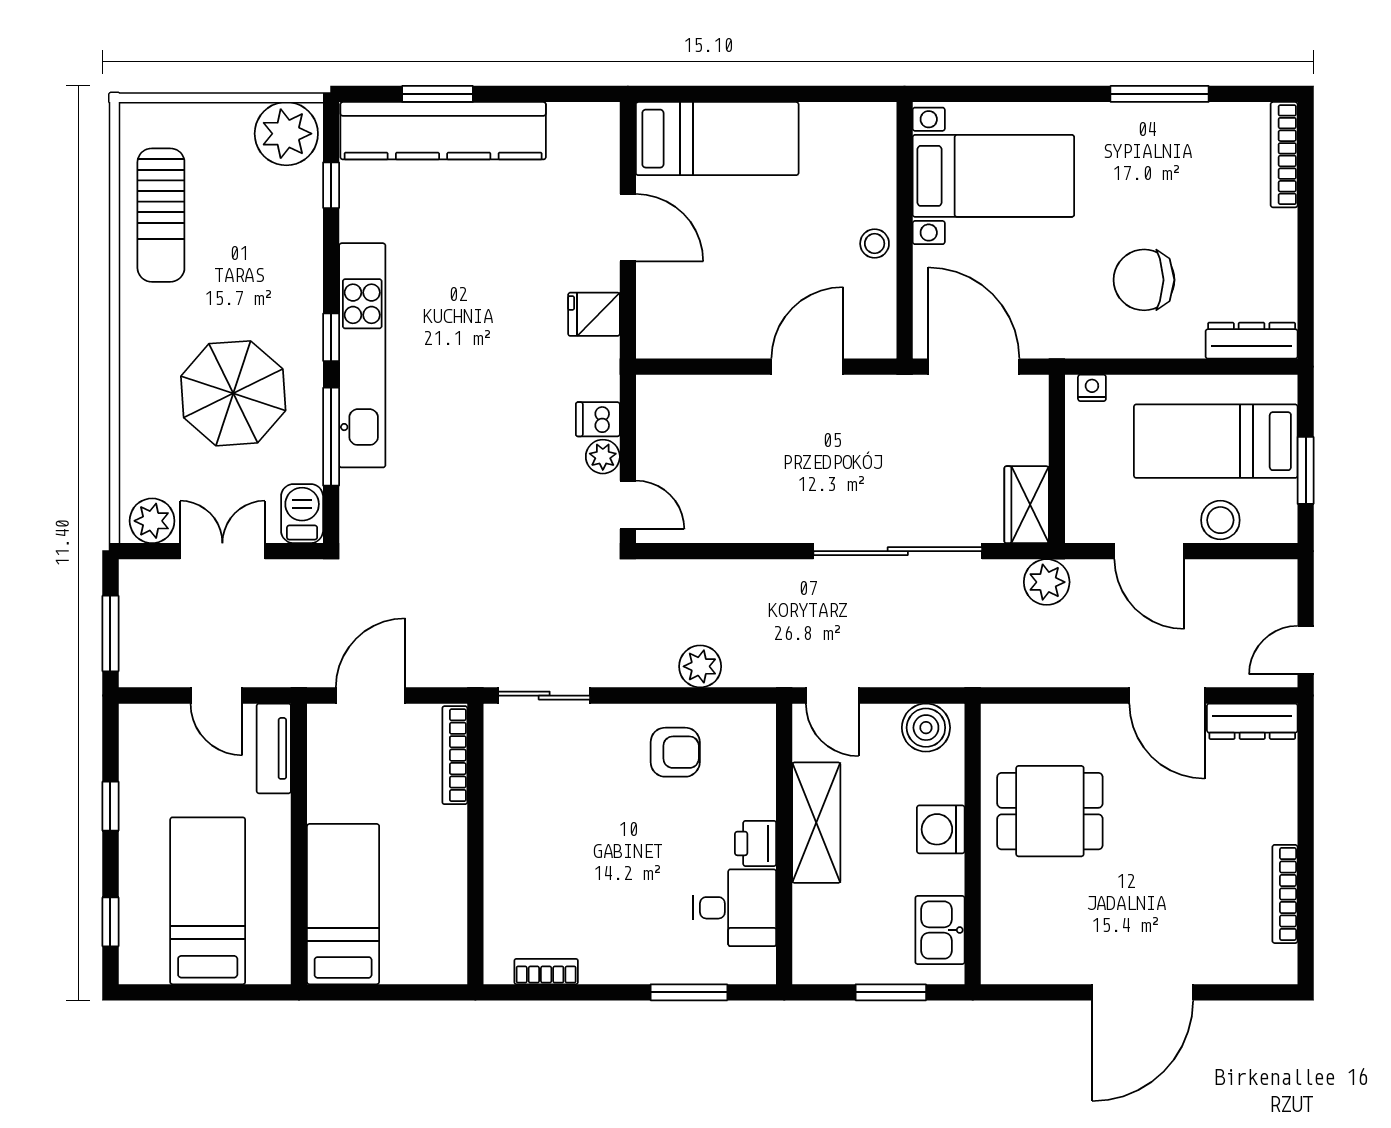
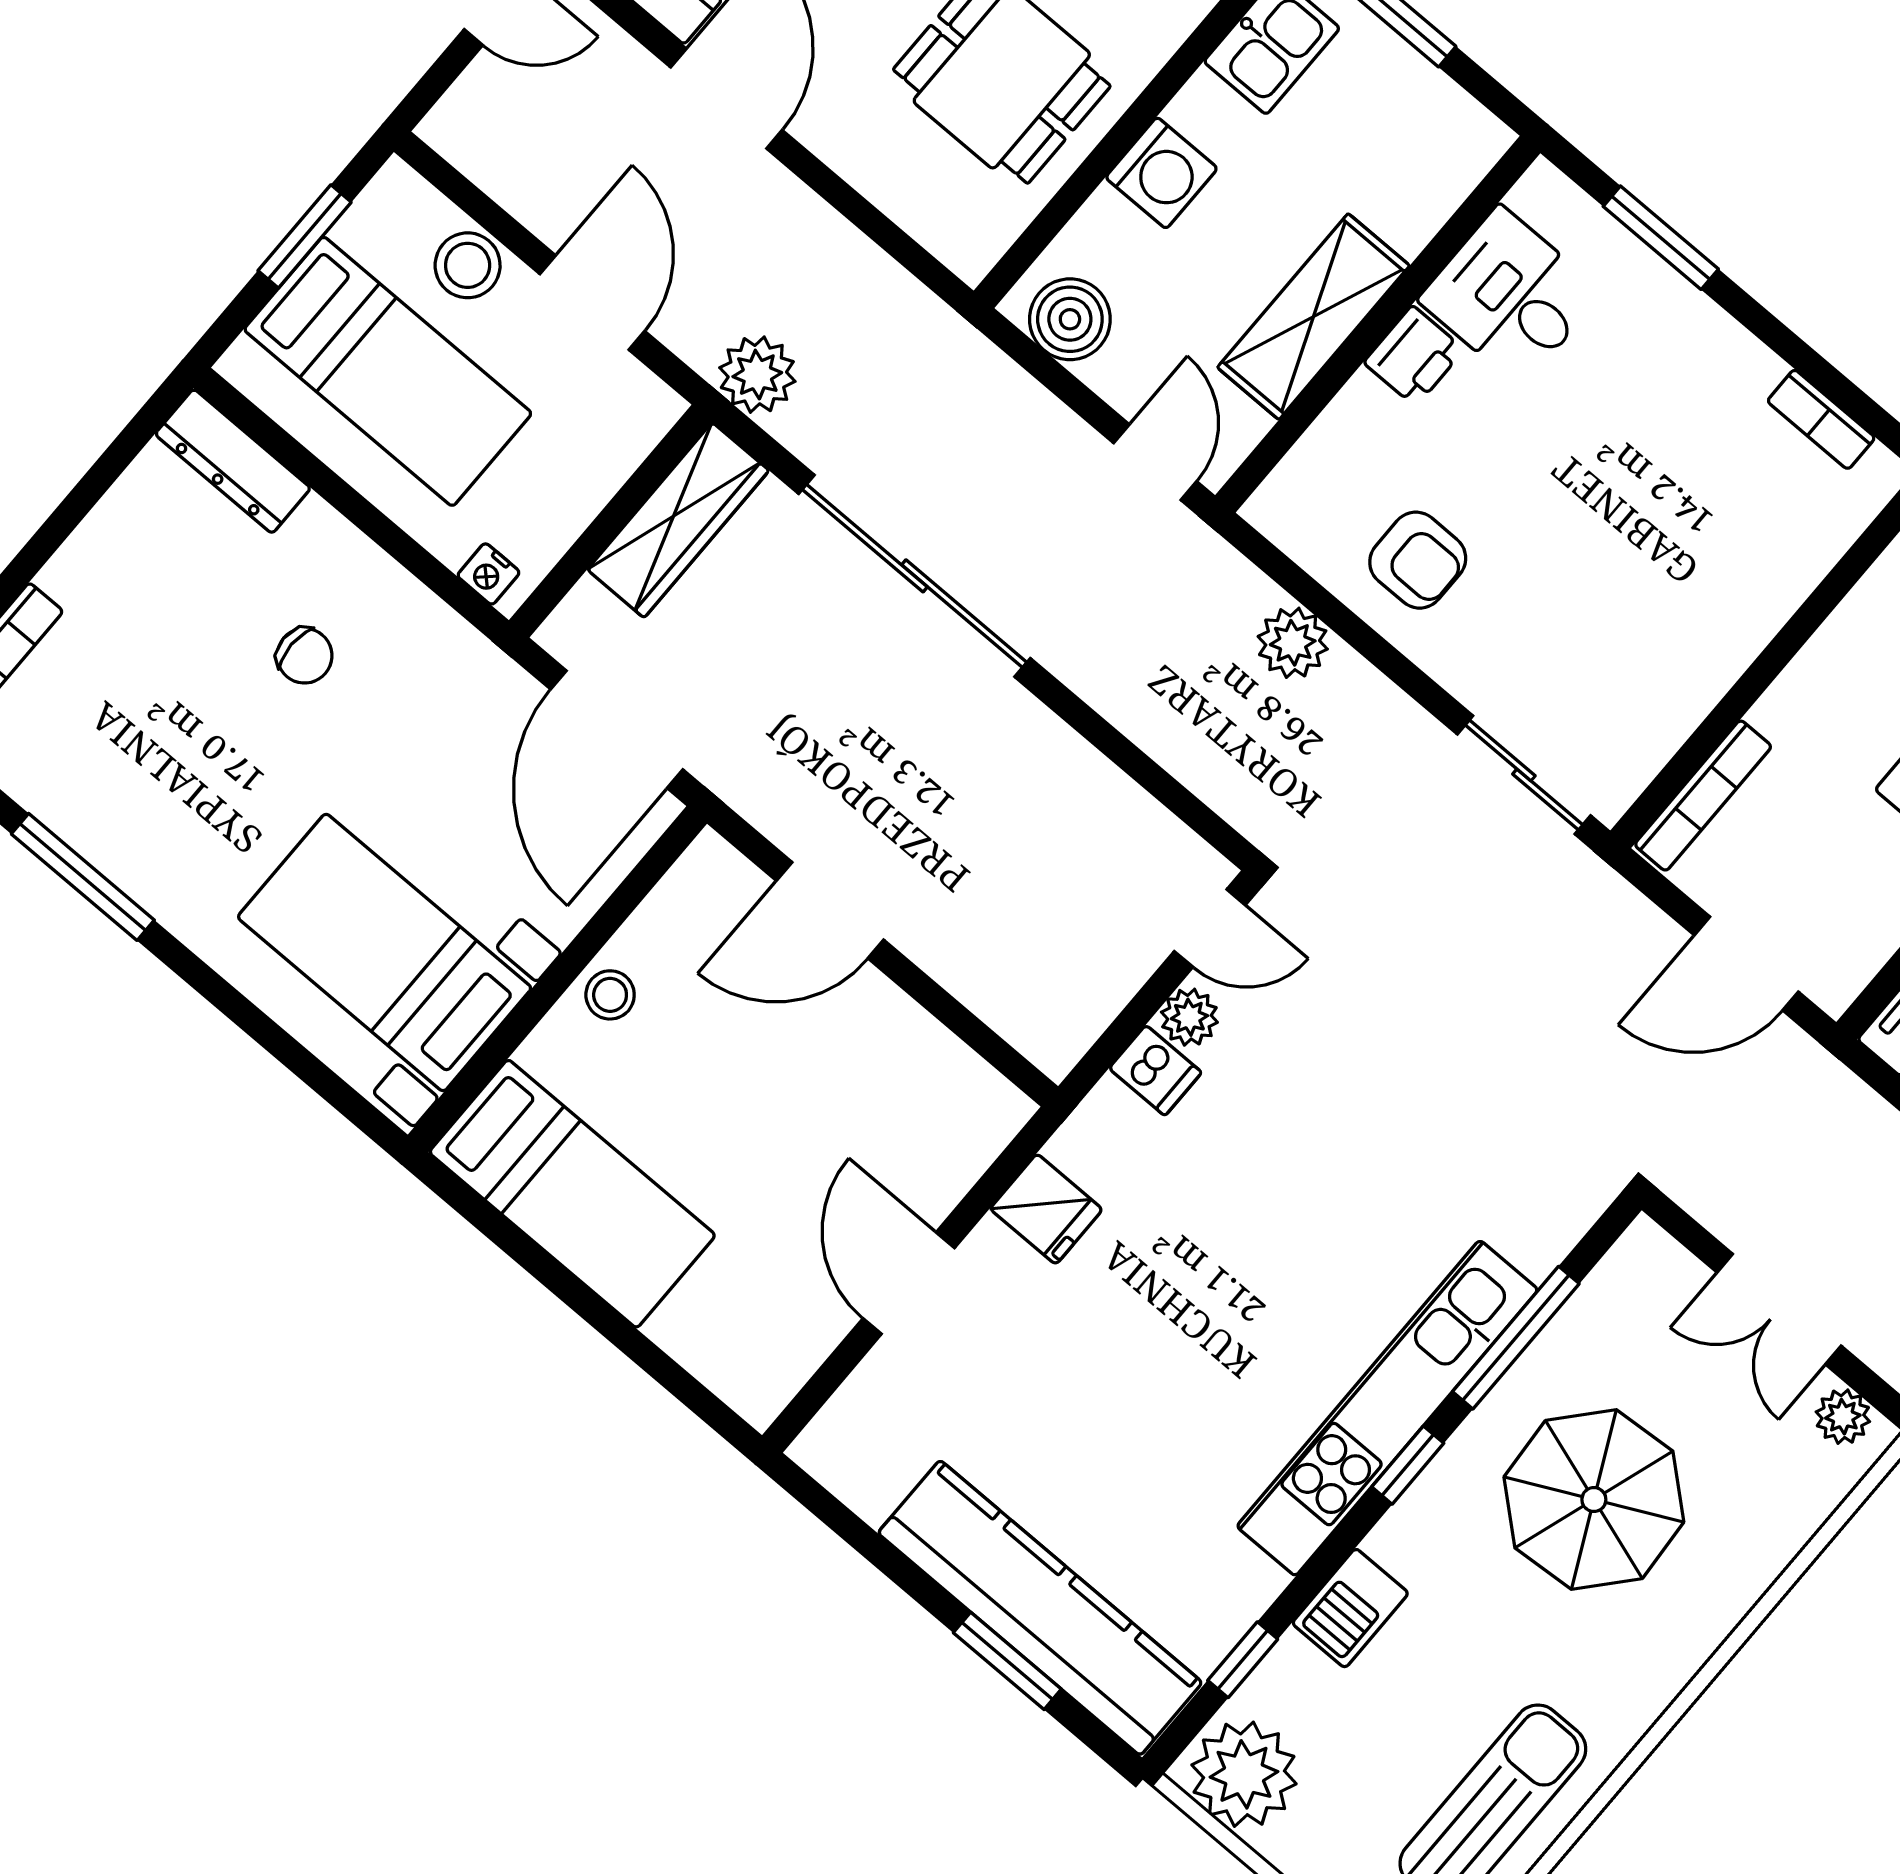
bed: (717, 139) -> (572, 1194), moved, turned 180
chair: (1144, 280) -> (305, 656), width x0.54, depth x0.54
door: (628, 505) -> (1210, 928), swing flipped
wardrobe: (1027, 505) -> (678, 520), width x1.50
barbecue: (302, 514) -> (1350, 1608), moved
plant: (152, 521) -> (1843, 1417), width x0.73, depth x0.73
armchair: (675, 752) -> (1418, 560), turned 180

